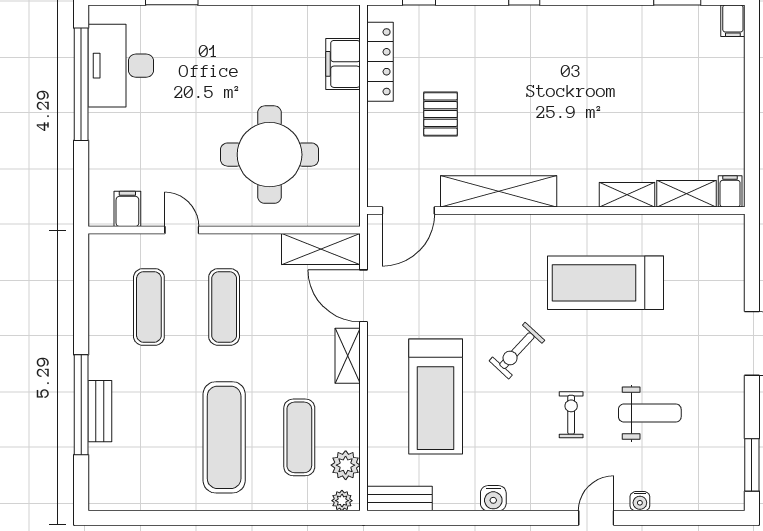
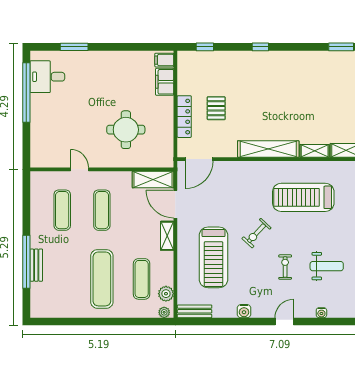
locker: (380, 62) -> (184, 117), moved
desk: (121, 66) -> (47, 77), width x0.73
round table: (270, 155) -> (126, 130), width x0.73, depth x0.73
shelving: (499, 191) -> (268, 149), moved
filing cabinet: (127, 209) -> (164, 60), moved, turned -90
door: (596, 518) -> (284, 322), moved

